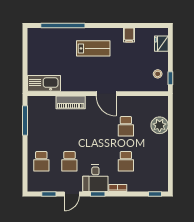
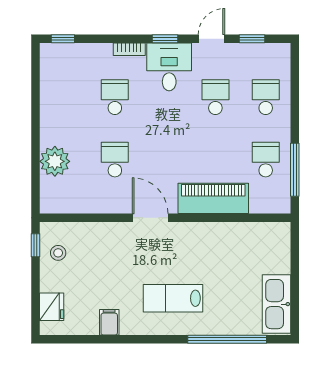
kitchen sink: (44, 83) -> (277, 304), moved, turned 90
piano: (71, 102) -> (213, 198), width x1.37, depth x1.33
school desk: (41, 126) -> (266, 160), added

